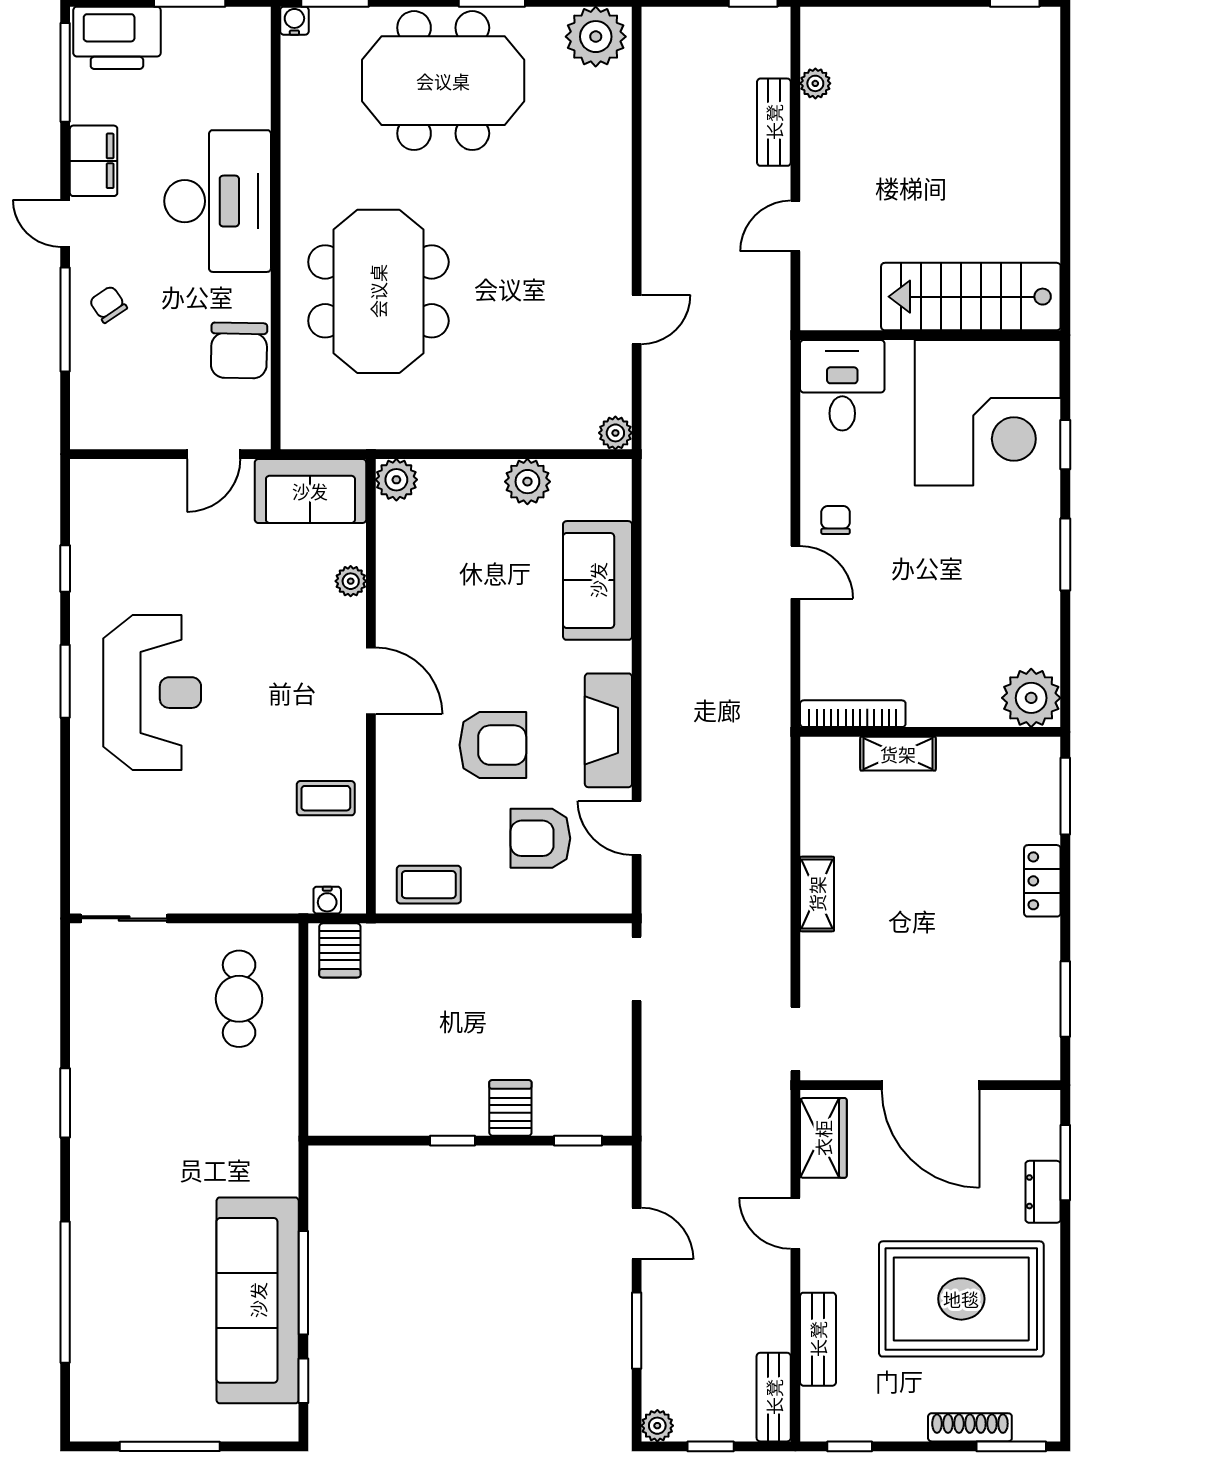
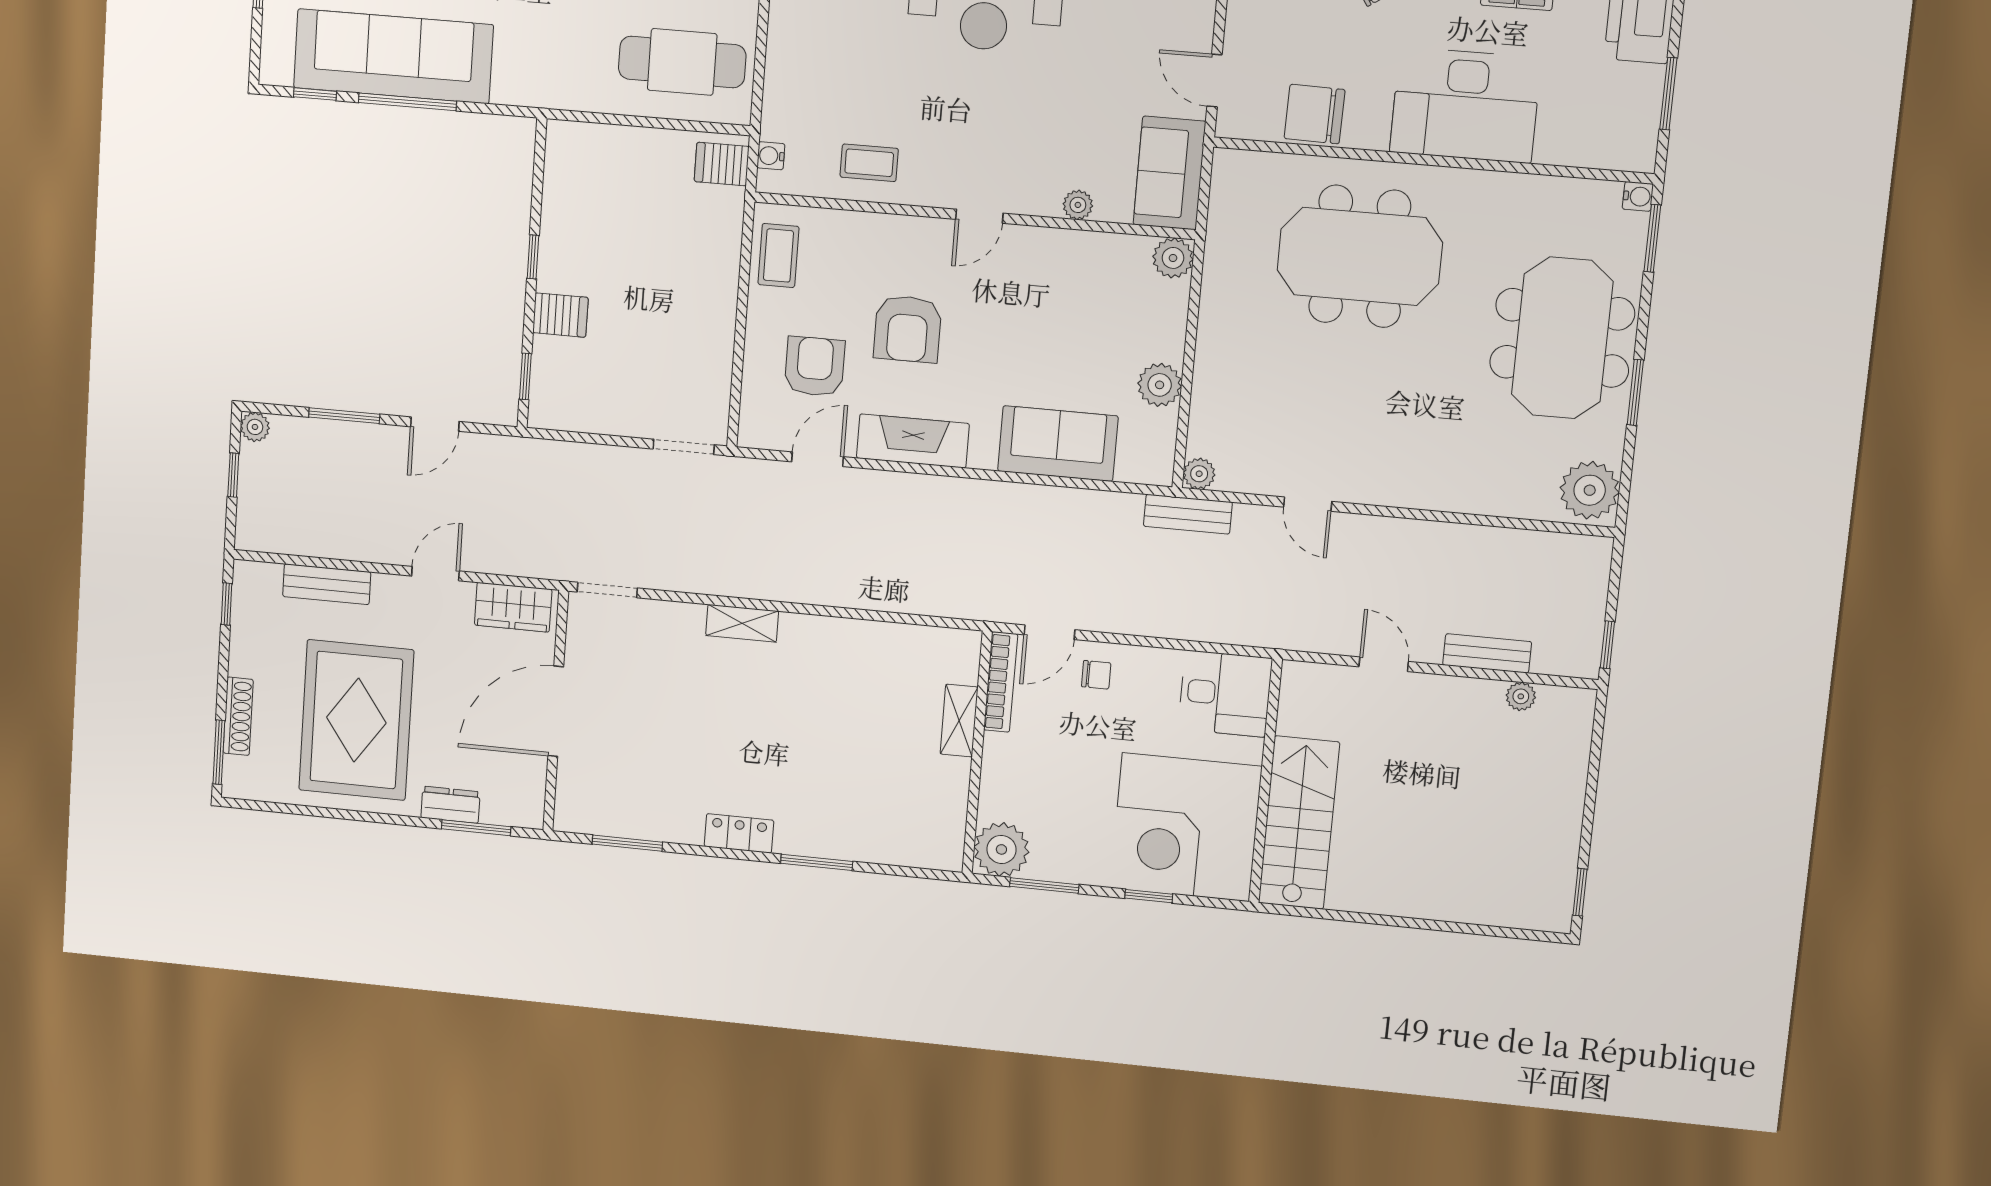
door: (371, 681) -> (979, 216), width x0.73
plant: (1031, 698) -> (1001, 849), moved
bookcase: (853, 714) -> (1001, 682), moved
wall: (930, 732) -> (977, 753), moved
shelving: (898, 754) -> (959, 721), moved
coffee table: (326, 798) -> (869, 163), turned 90
cafe table: (239, 999) -> (682, 62), width x1.37, depth x1.35
bench: (774, 1397) -> (1188, 514), moved

